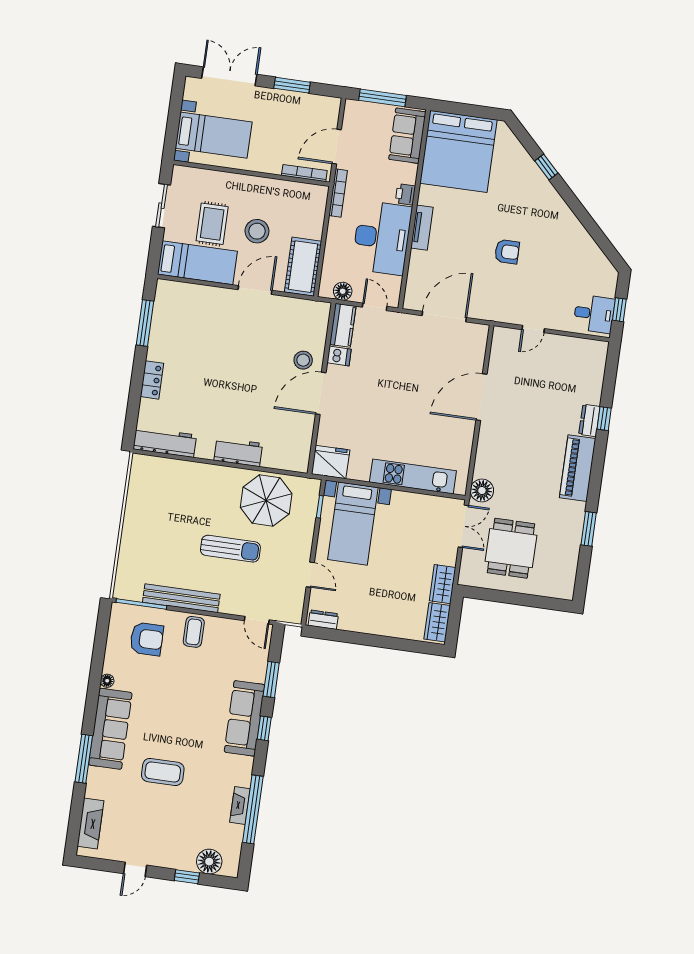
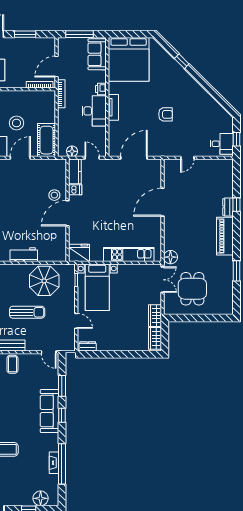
desk: (382, 238) -> (94, 111), width x0.73, depth x0.77

